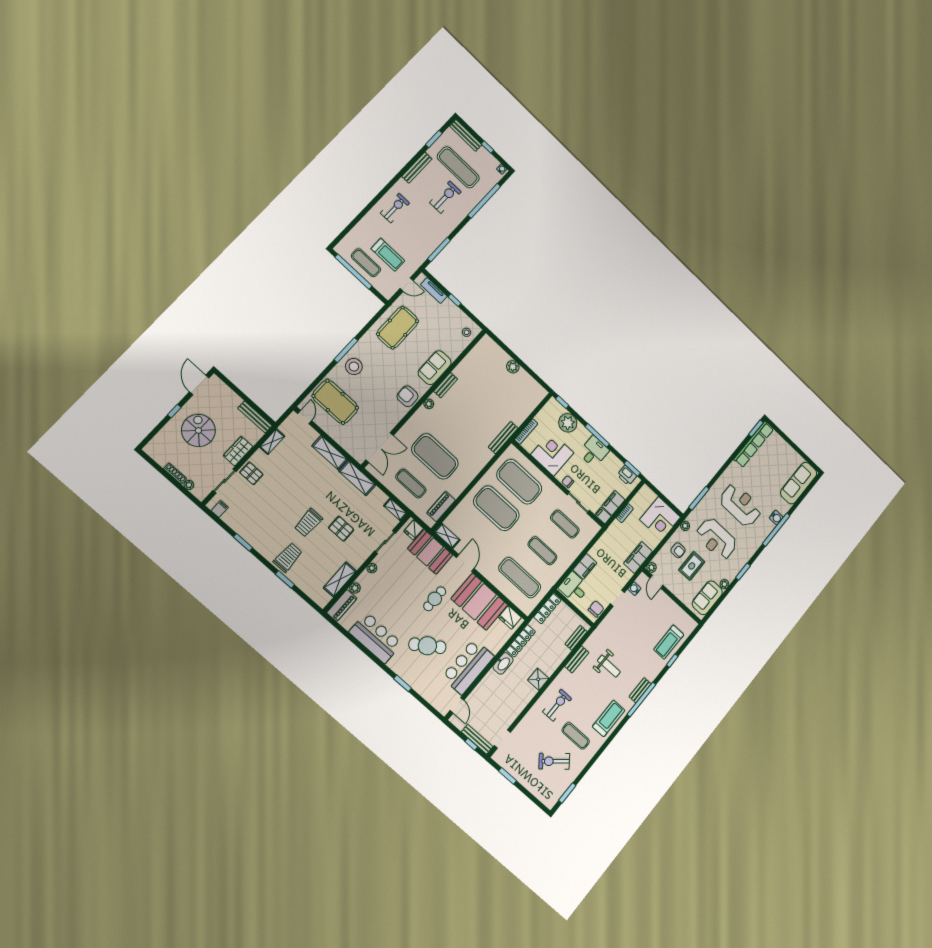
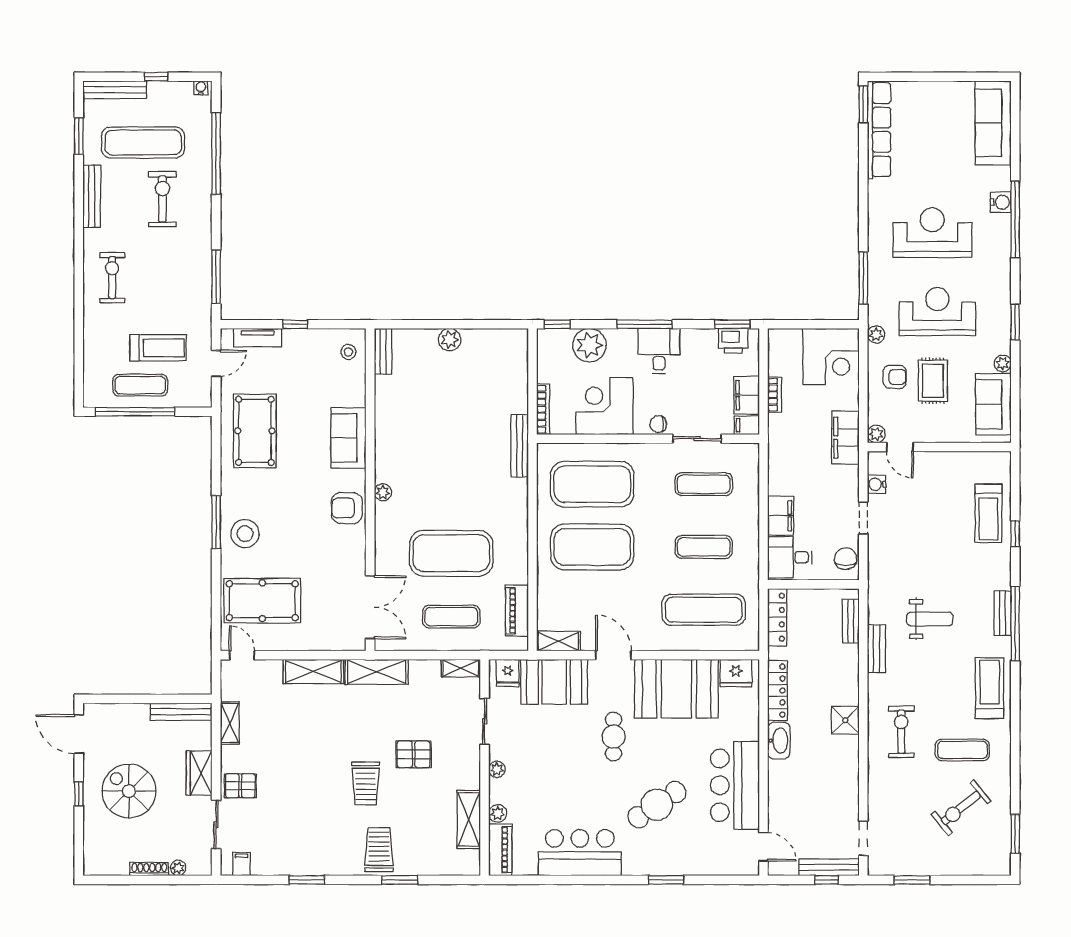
bench: (446, 385) -> (383, 351), moved
reception desk: (716, 539) -> (937, 312), turned 180

